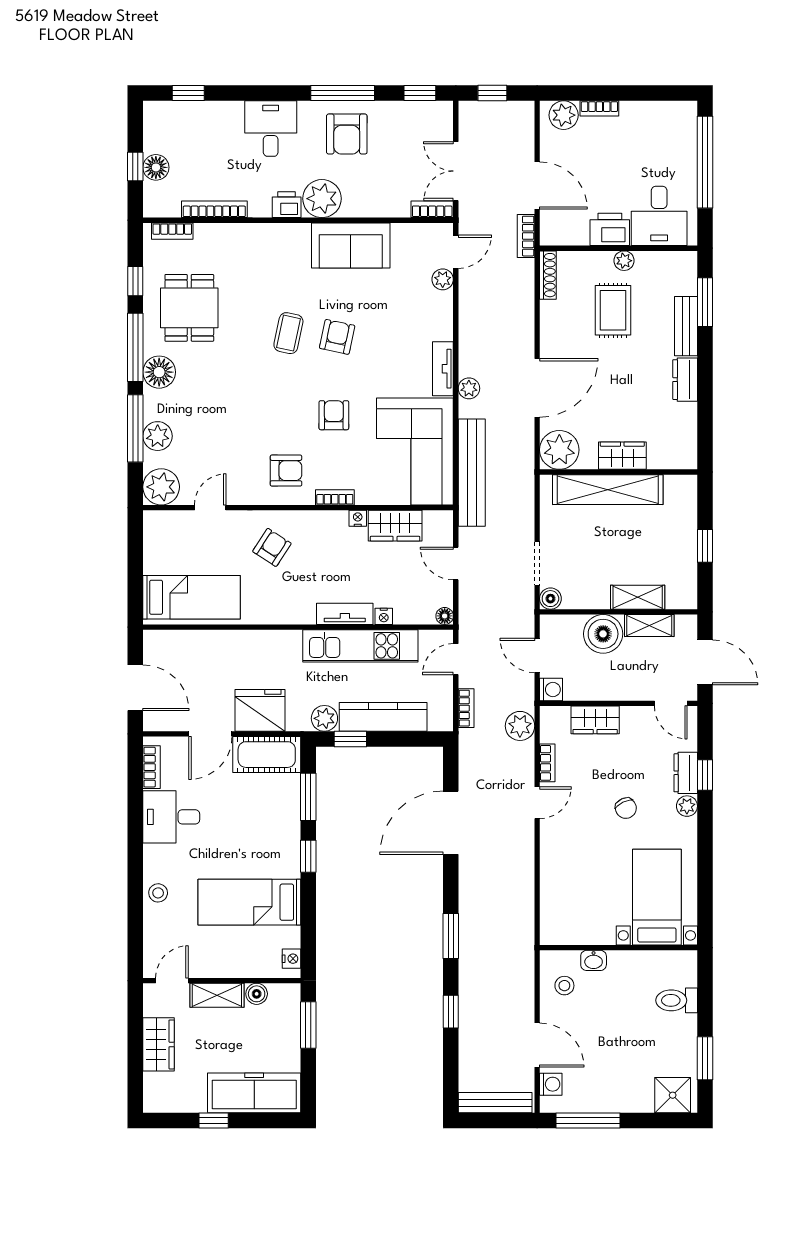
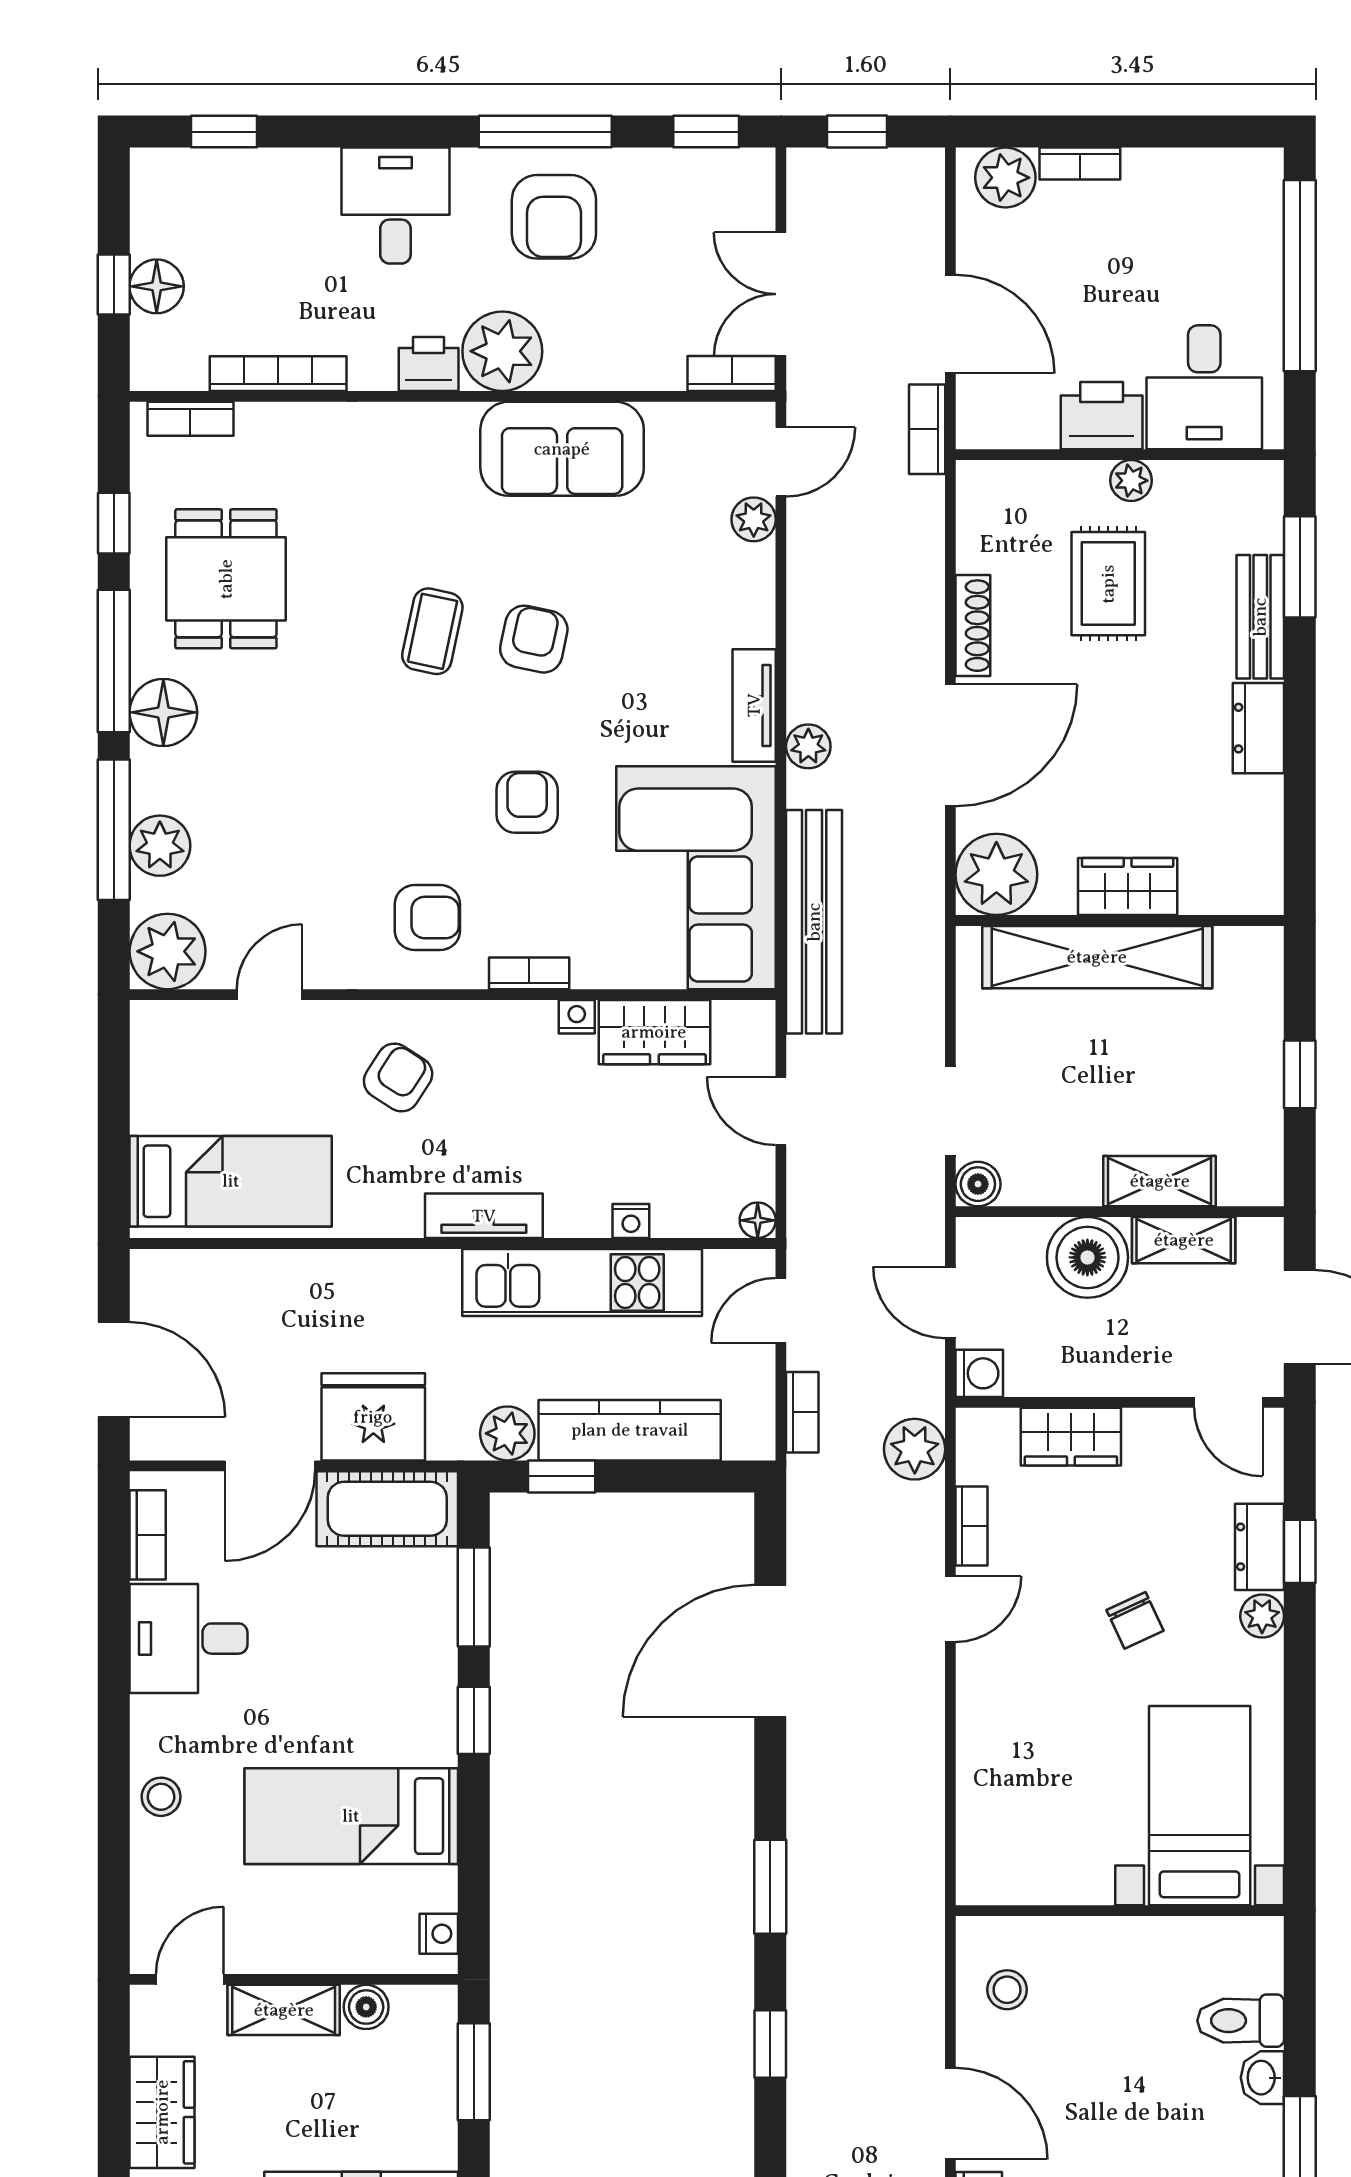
shoe rack: (548, 275) -> (973, 626), moved
tv unit: (345, 614) -> (484, 1216), moved
washbasin: (594, 960) -> (1262, 2078), moved, turned 90

